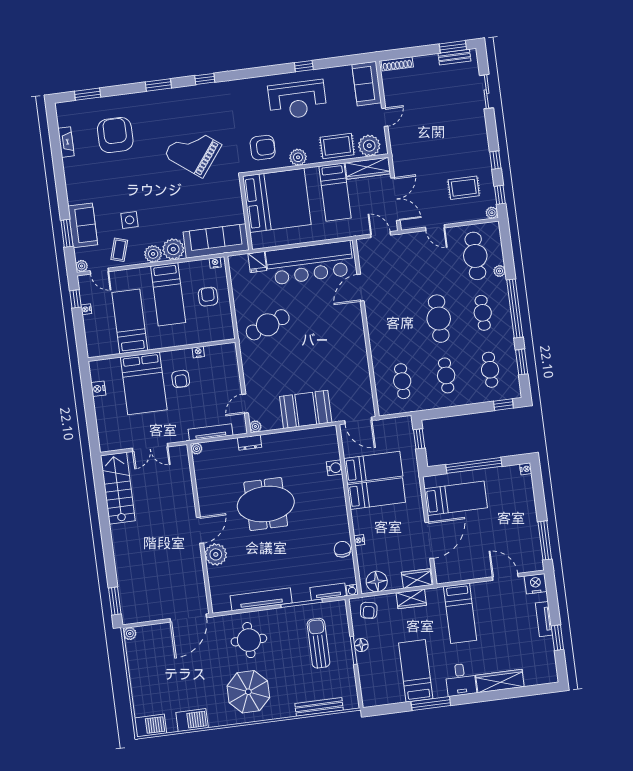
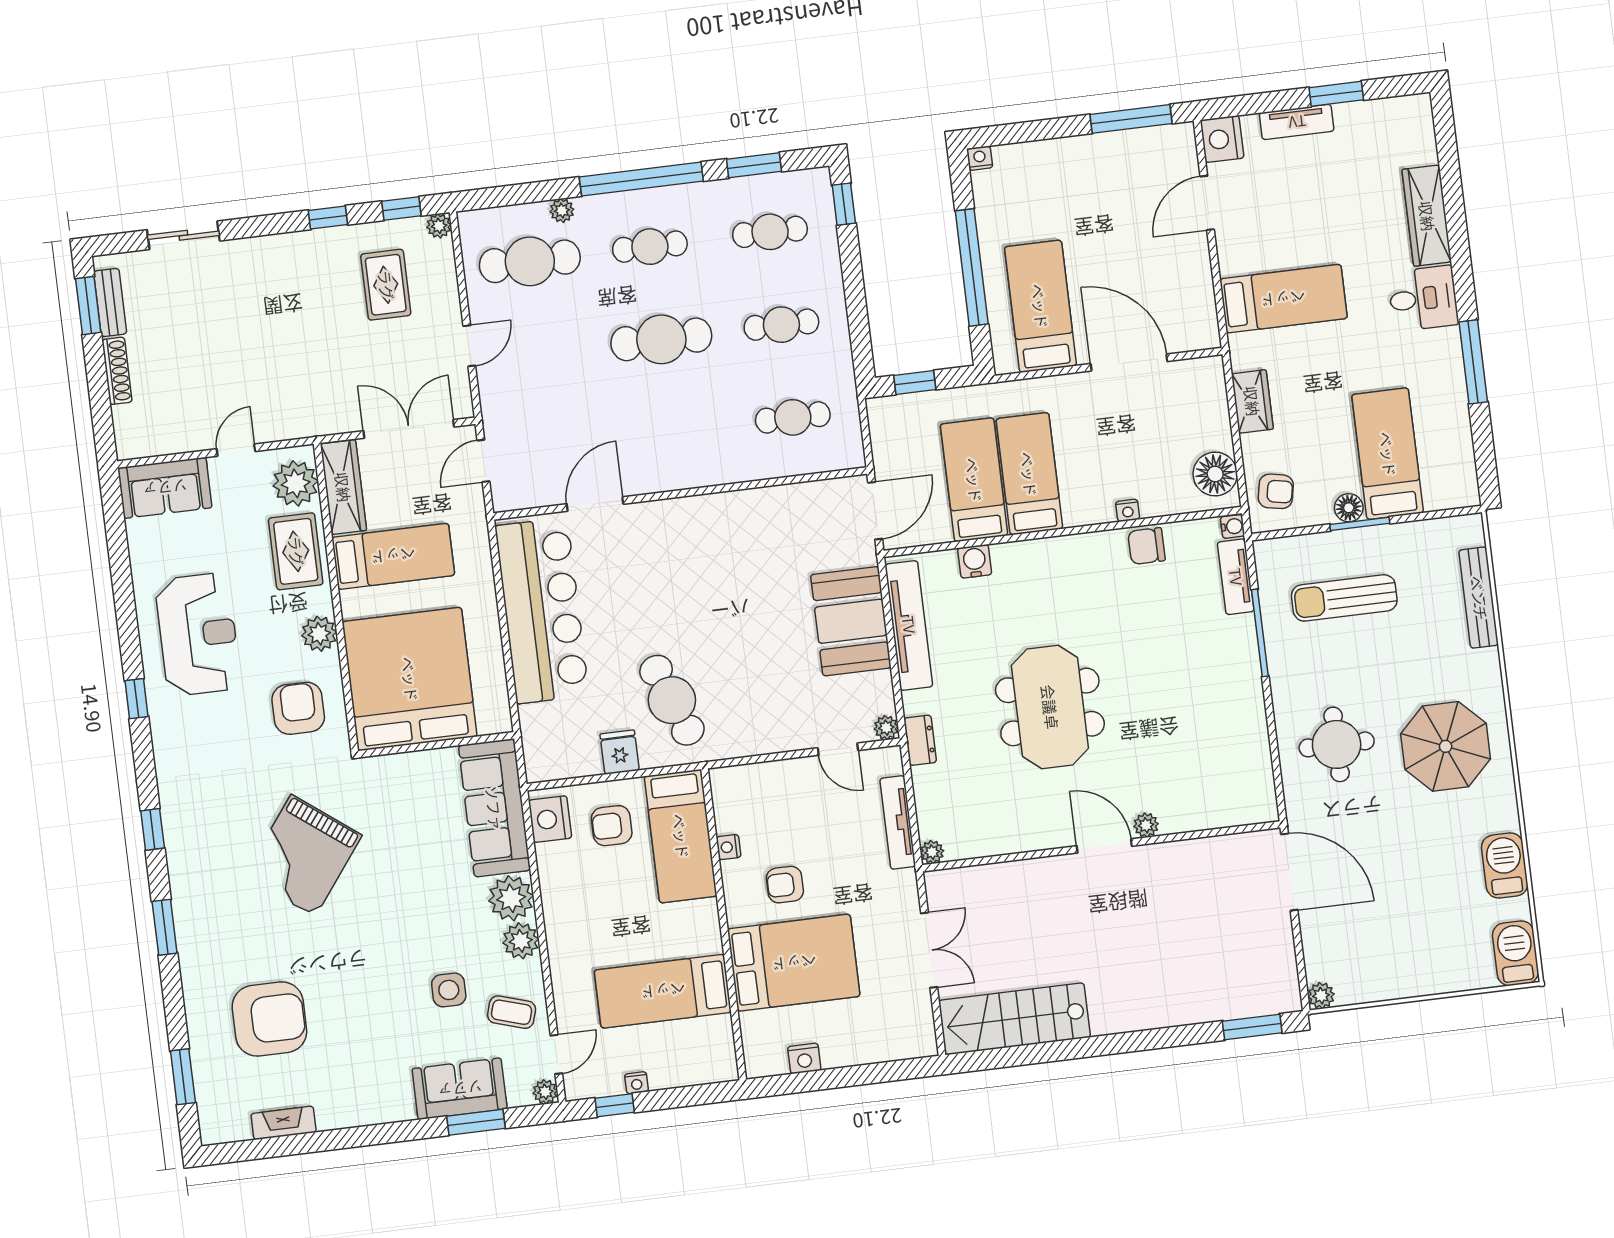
shoe rack: (397, 64) -> (117, 371), moved
window: (304, 66) -> (137, 699), moved
door: (385, 117) -> (236, 450), hinge flipped
armchair: (115, 135) -> (269, 1019), turned 180
fridge: (257, 262) -> (620, 752), moved, turned -90
nightstand: (215, 263) -> (550, 819), width x1.89, depth x1.79
door: (360, 288) -> (595, 504), swing flipped
bed: (168, 294) -> (681, 836), moved, turned 90
armchair: (181, 379) -> (785, 885), turned 180
plant: (216, 554) -> (1146, 825), width x0.53, depth x0.53
wardrobe: (417, 579) -> (1209, 390), removed
tv unit: (261, 599) -> (909, 625), moved, turned 180
bed: (416, 671) -> (1388, 454), moved, turned 90

